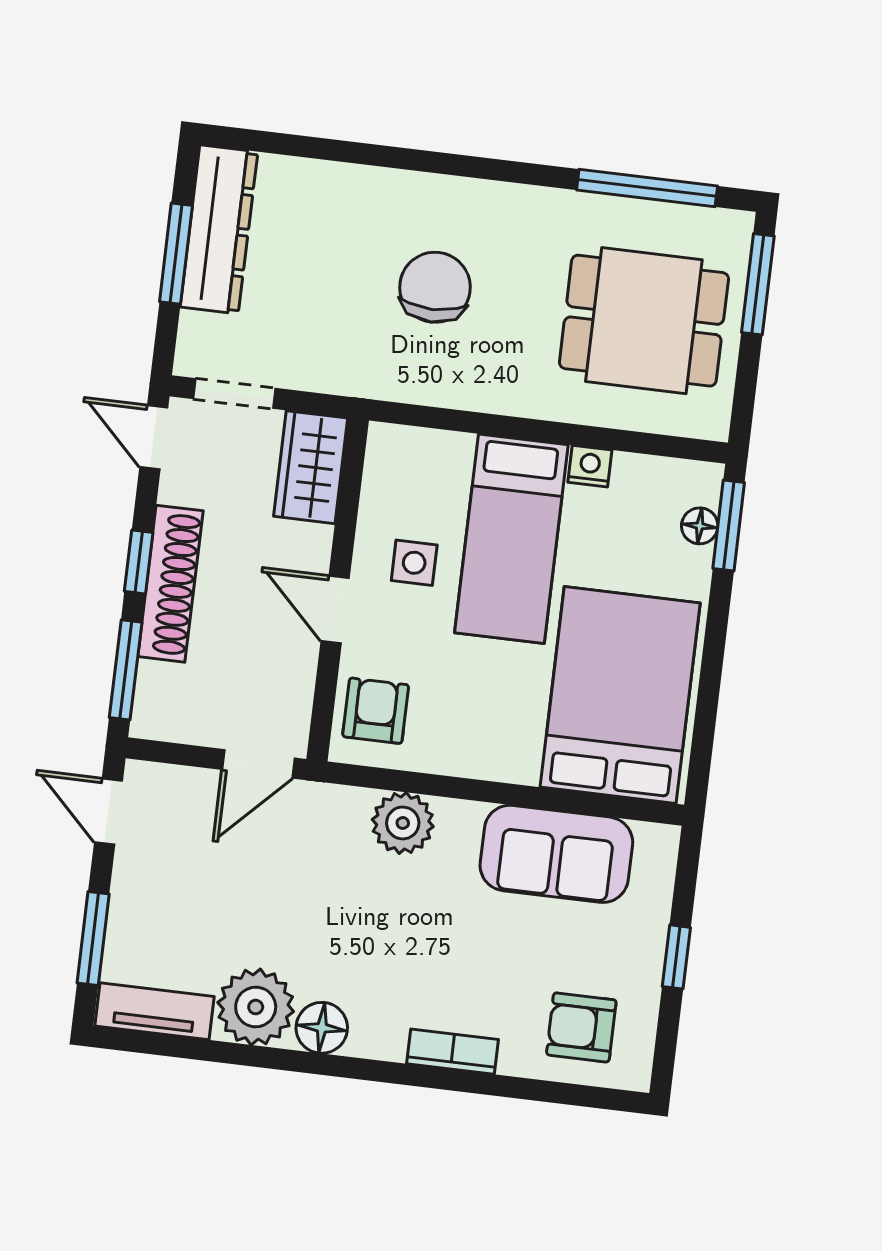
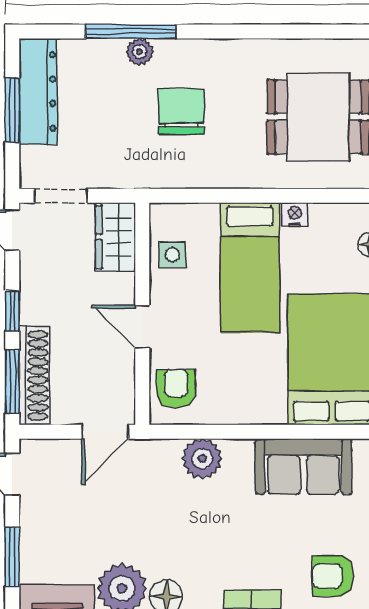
plant: (382, 188) -> (140, 52), added
window: (647, 188) -> (131, 31), moved
side table: (414, 563) -> (173, 255), moved
shoe rack: (170, 584) -> (34, 375), moved

